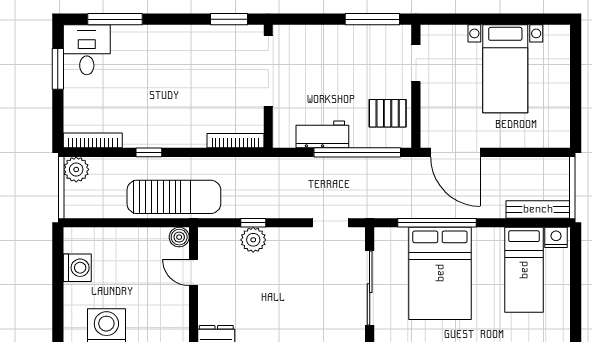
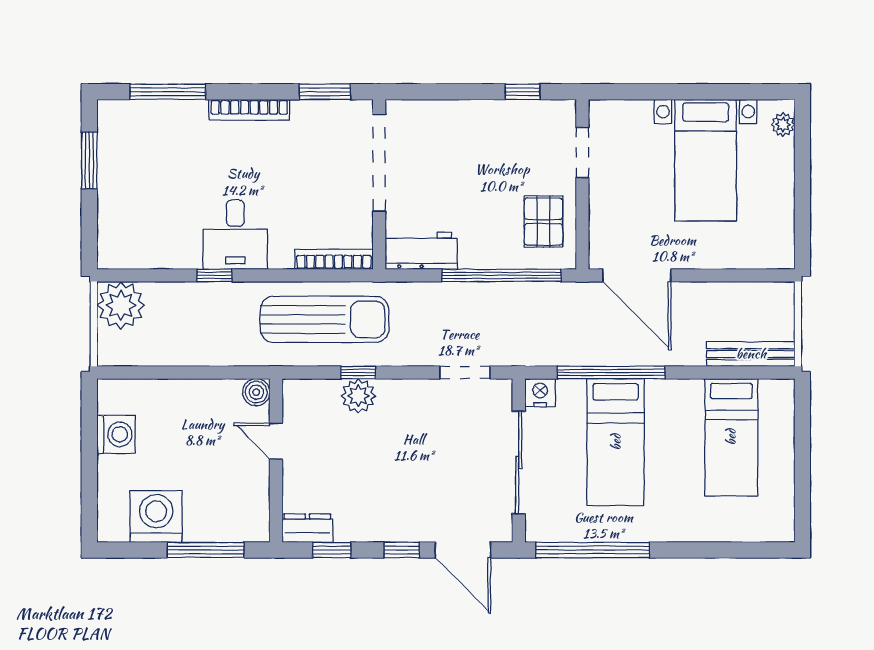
window: (372, 19) -> (522, 92), width x0.46
plant: (562, 43) -> (783, 124), added
desk: (87, 50) -> (235, 235), moved, turned 180
pallet: (388, 113) -> (543, 222), turned 90
workbench: (322, 134) -> (421, 251), moved
bookcase: (93, 140) -> (249, 110), moved, turned 180
plant: (76, 169) -> (121, 305), width x1.36, depth x1.36
sun lounger: (174, 197) -> (325, 319), moved
nightstand: (556, 237) -> (540, 393), moved
bed: (440, 273) -> (616, 442), width x0.67

